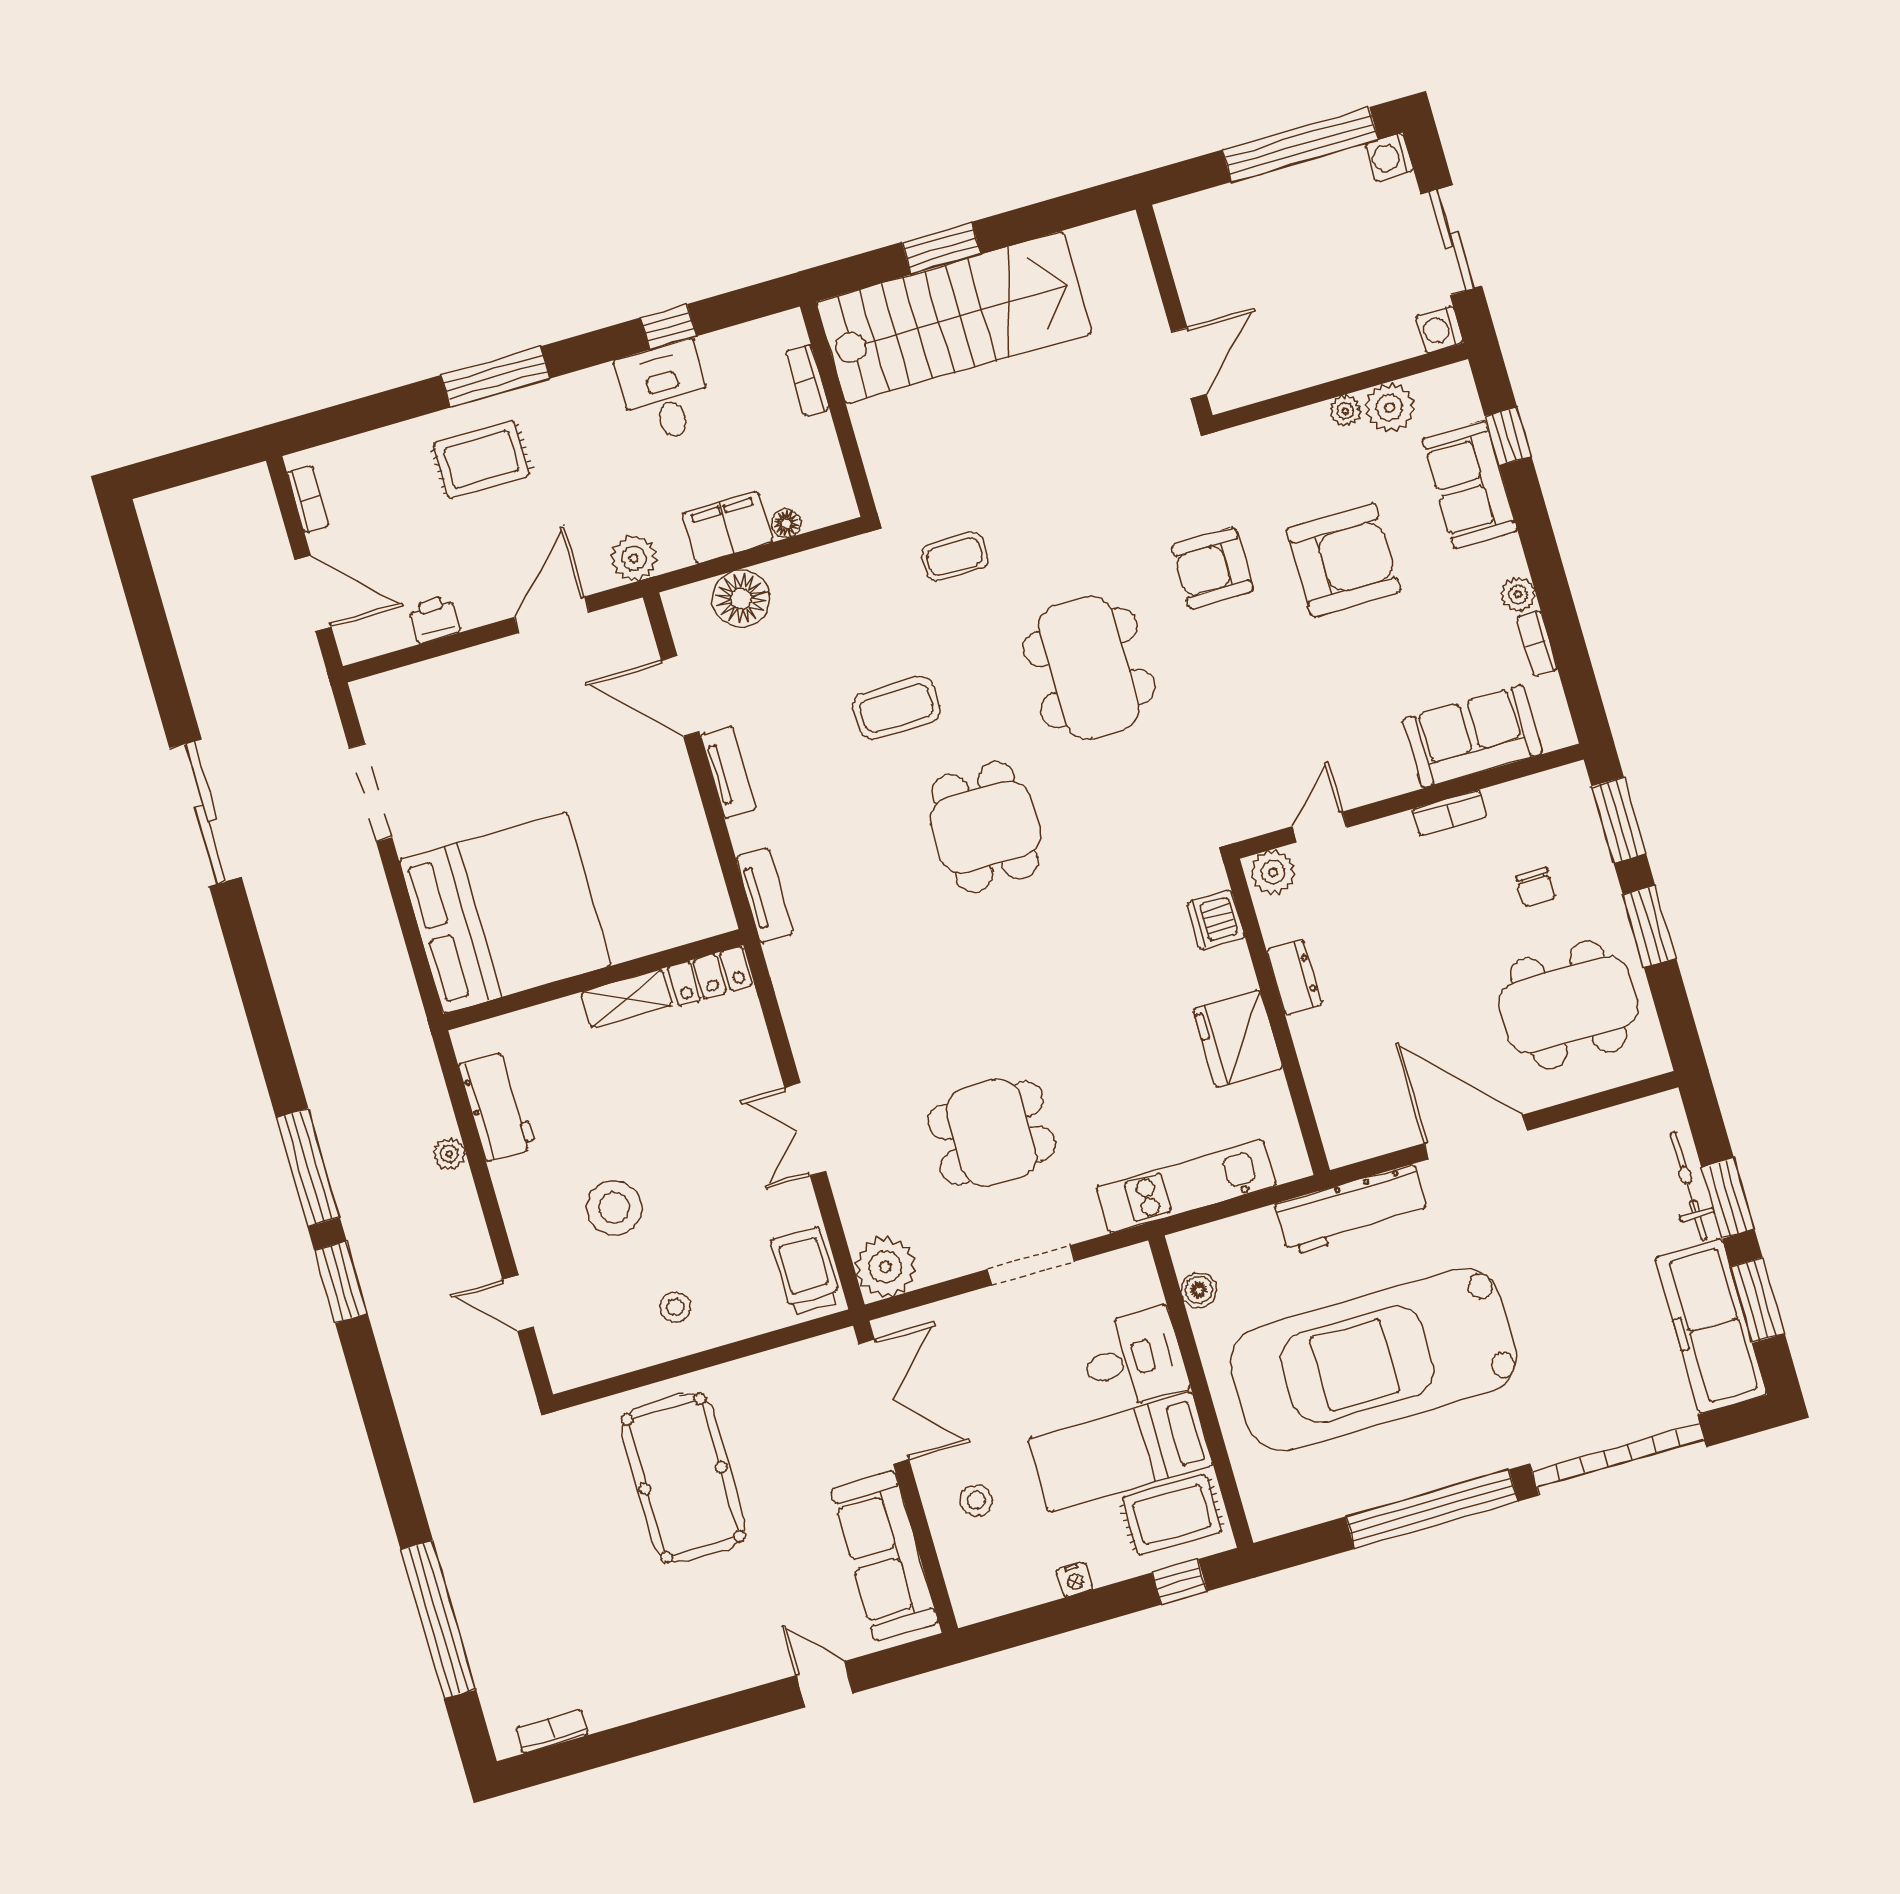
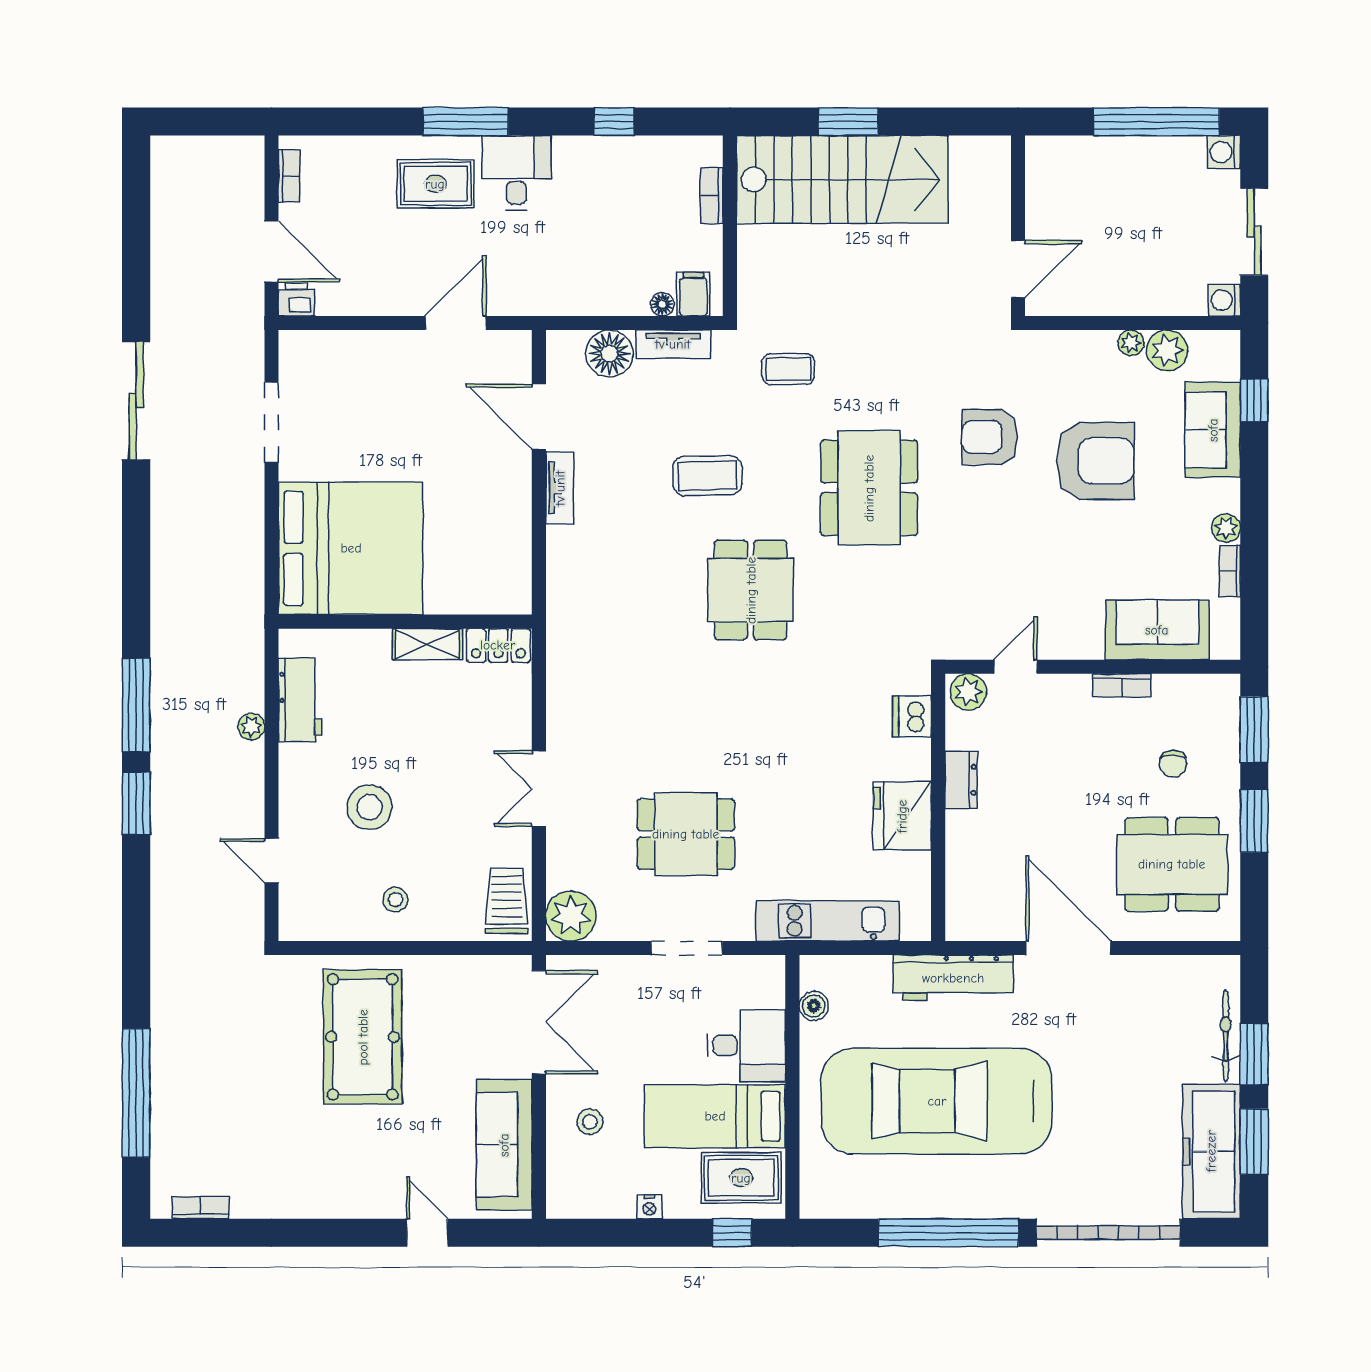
desk: (665, 392) -> (516, 173), moved
filing cabinet: (727, 528) -> (693, 294), moved, width x0.50
plant: (634, 558) -> (534, 297), removed
printer: (434, 619) -> (297, 299), moved
tv unit: (765, 896) -> (673, 344), moved, turned 90

